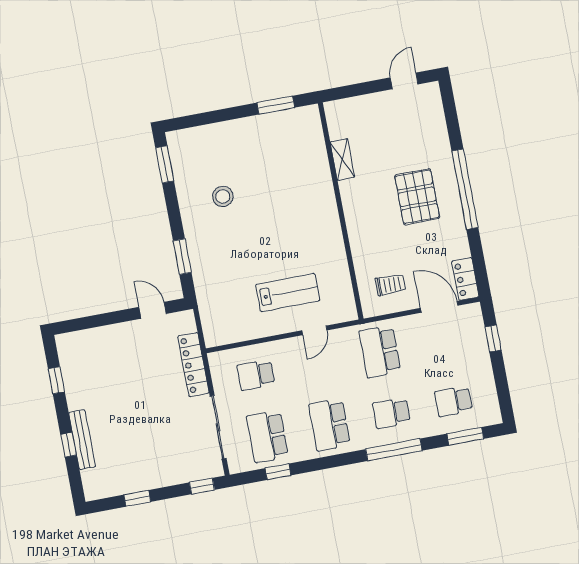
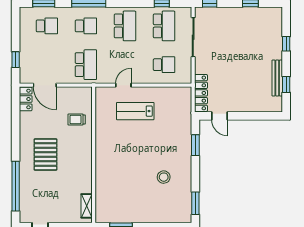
shelving: (342, 160) -> (87, 206), moved
window: (465, 189) -> (16, 186), moved
trolley: (390, 285) -> (77, 120), moved
locker: (193, 365) -> (201, 93), moved
bench: (82, 440) -> (277, 78), moved

